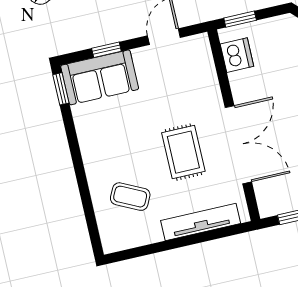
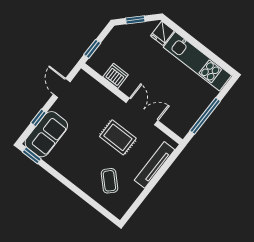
dishwasher: (237, 55) -> (116, 76), moved
double door: (238, 145) -> (142, 112), width x0.73
coffee table: (130, 197) -> (109, 181), turned -71

